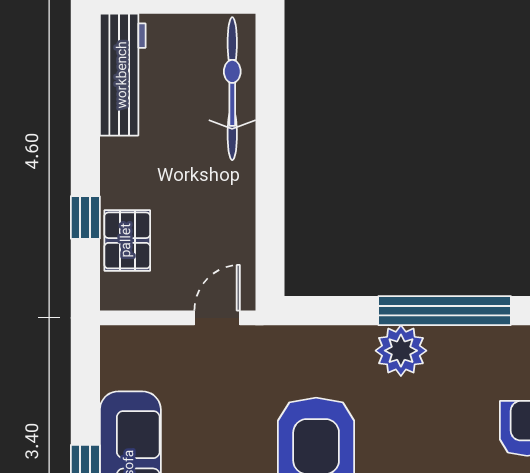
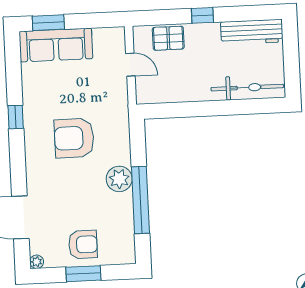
window: (85, 217) -> (202, 15), moved
door: (217, 318) -> (130, 65), moved

